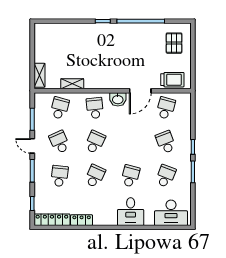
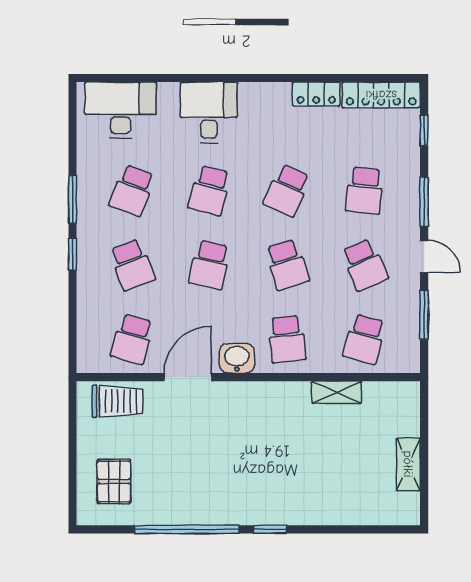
shelving: (39, 75) -> (408, 464), moved
trolley: (172, 80) -> (118, 401), turned 180
school desk: (95, 142) -> (287, 265), turned -42
school desk: (130, 142) -> (210, 265), added

